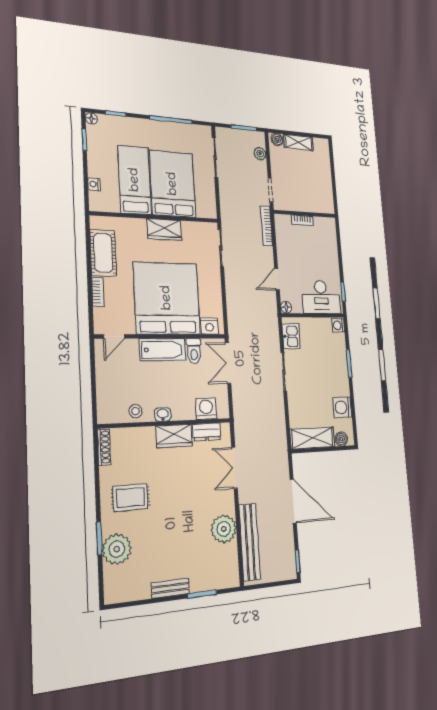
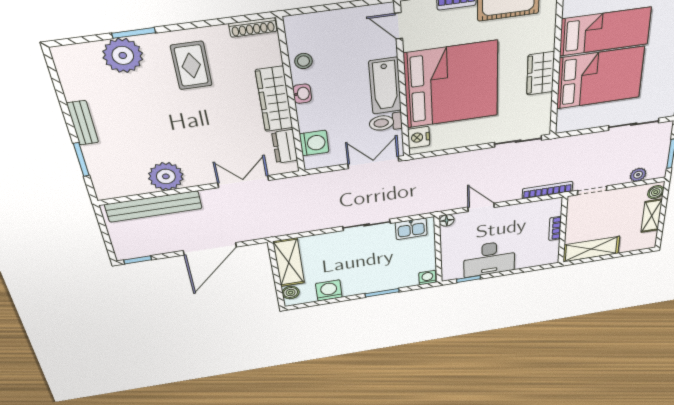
shelving: (325, 191) -> (591, 249), added
desk: (321, 297) -> (489, 259), moved, turned -90
wardrobe: (174, 436) -> (274, 99), width x1.50

